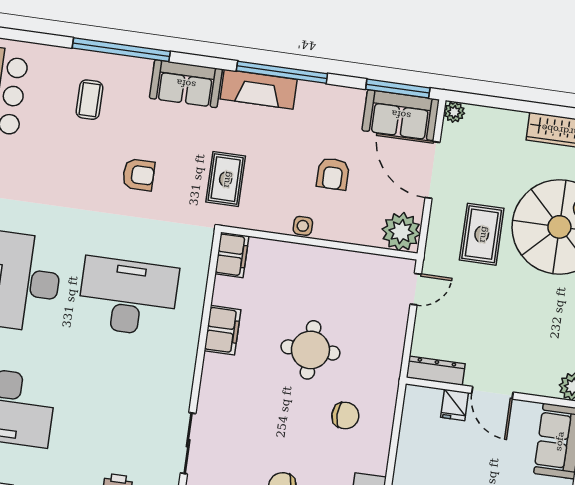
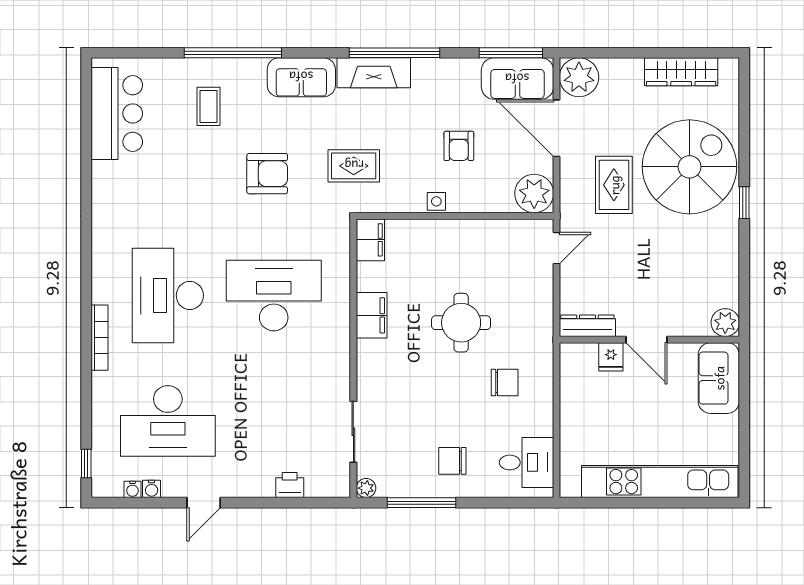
plant: (454, 112) -> (579, 77), width x1.88, depth x1.88
armchair: (139, 175) -> (267, 174), width x1.38, depth x1.38
rug: (226, 179) -> (354, 166), turned 90

